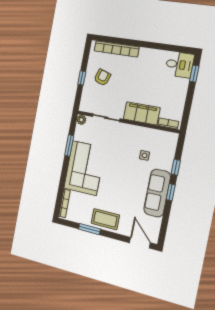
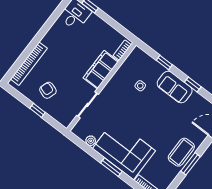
plant: (81, 120) -> (91, 141), moved
window: (69, 146) -> (111, 167), moved
window: (171, 192) -> (193, 84), moved
sofa: (157, 193) -> (175, 87), width x0.73
window: (89, 229) -> (190, 164), moved

